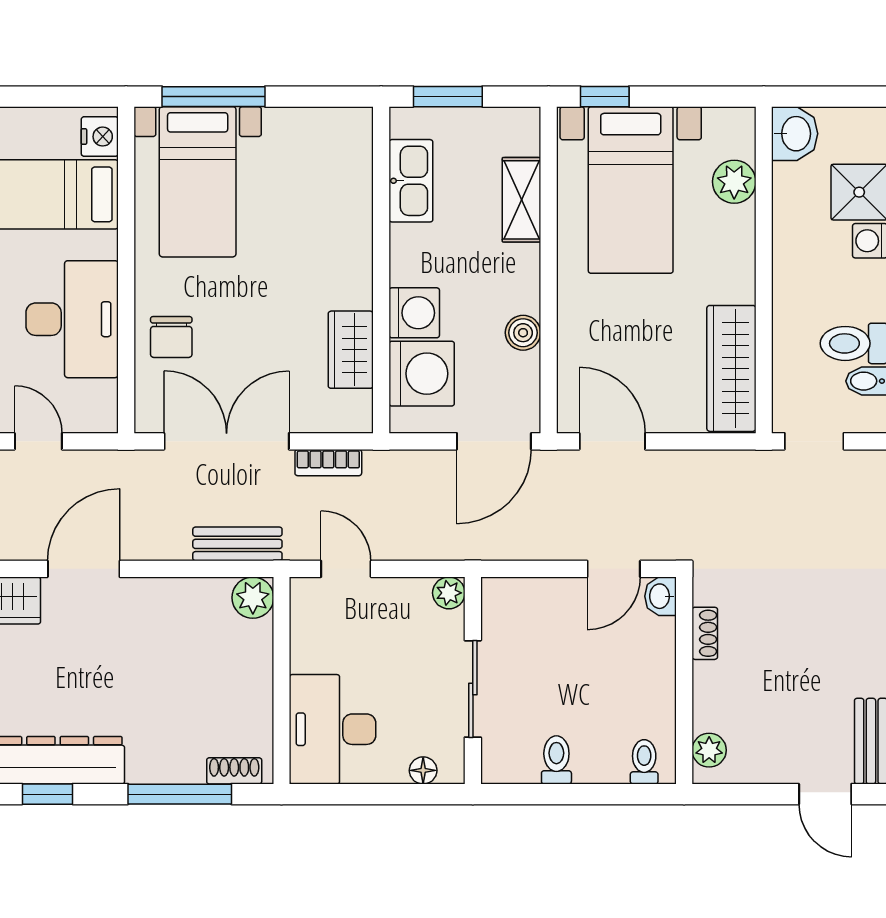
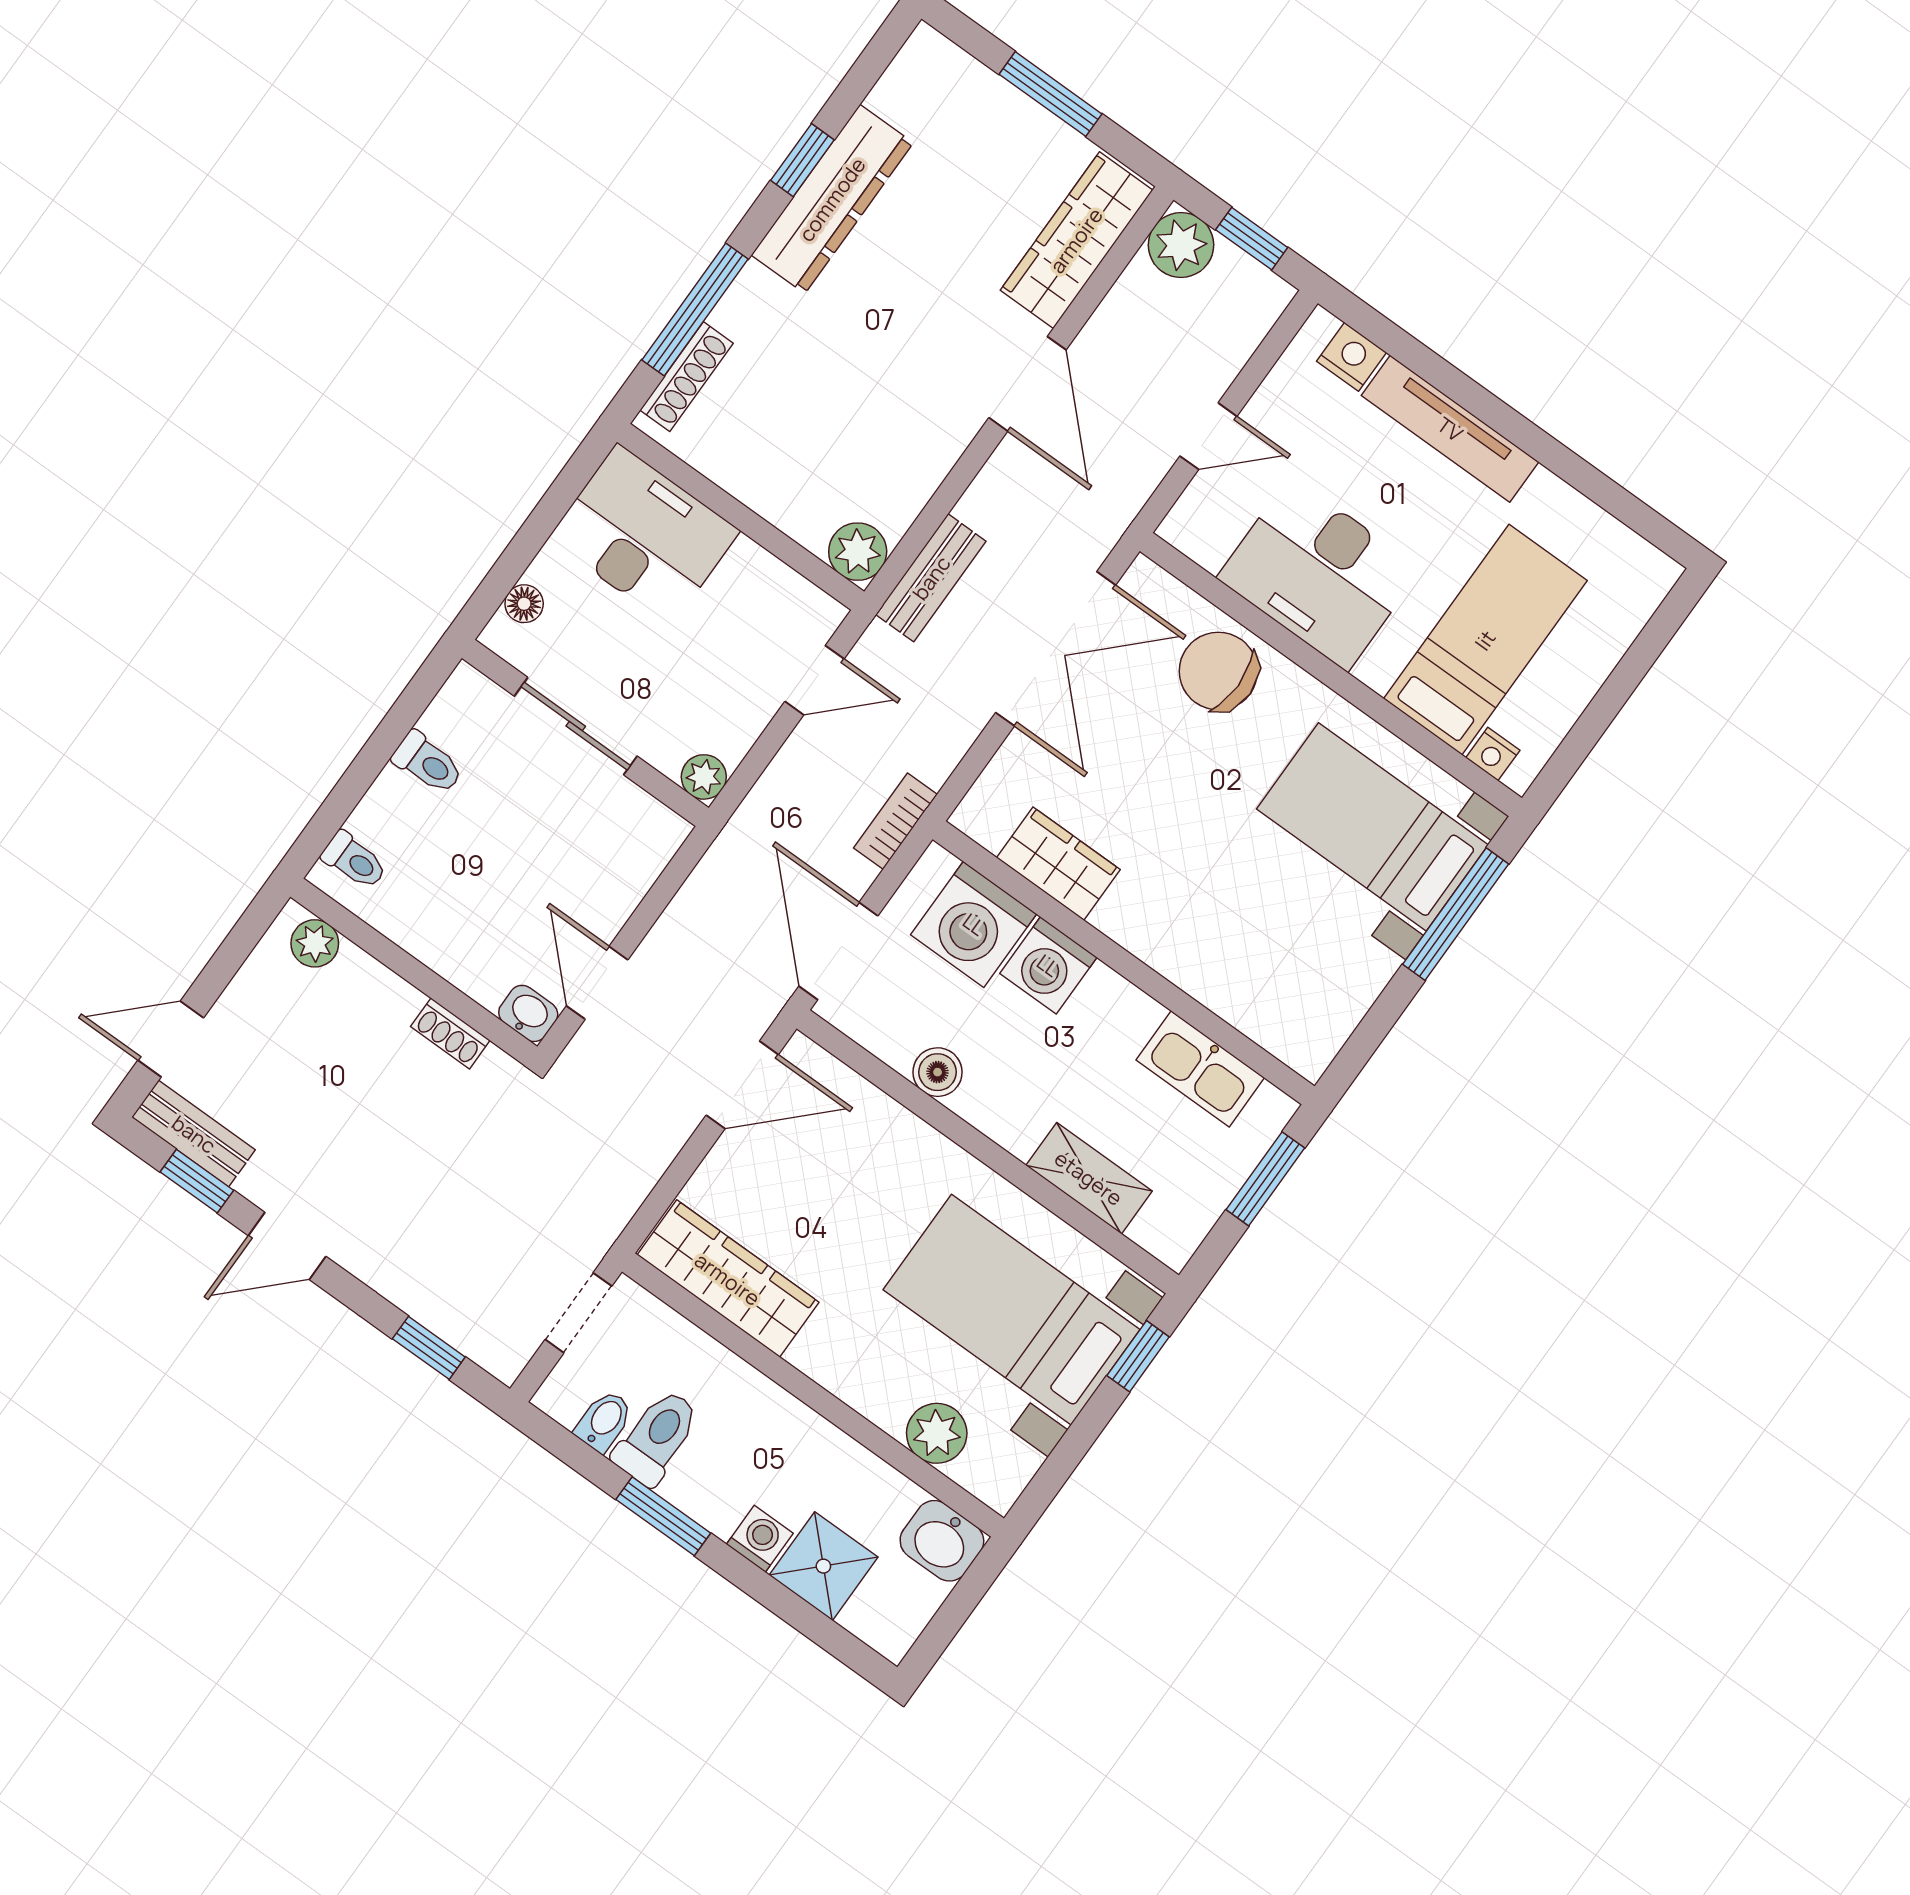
nightstand: (100, 137) -> (1493, 754), width x0.72, depth x0.74
chair: (171, 337) -> (1218, 671), width x1.37, depth x1.37
bookcase: (328, 463) -> (895, 821), moved
shoe rack: (234, 771) -> (687, 377), width x1.43

